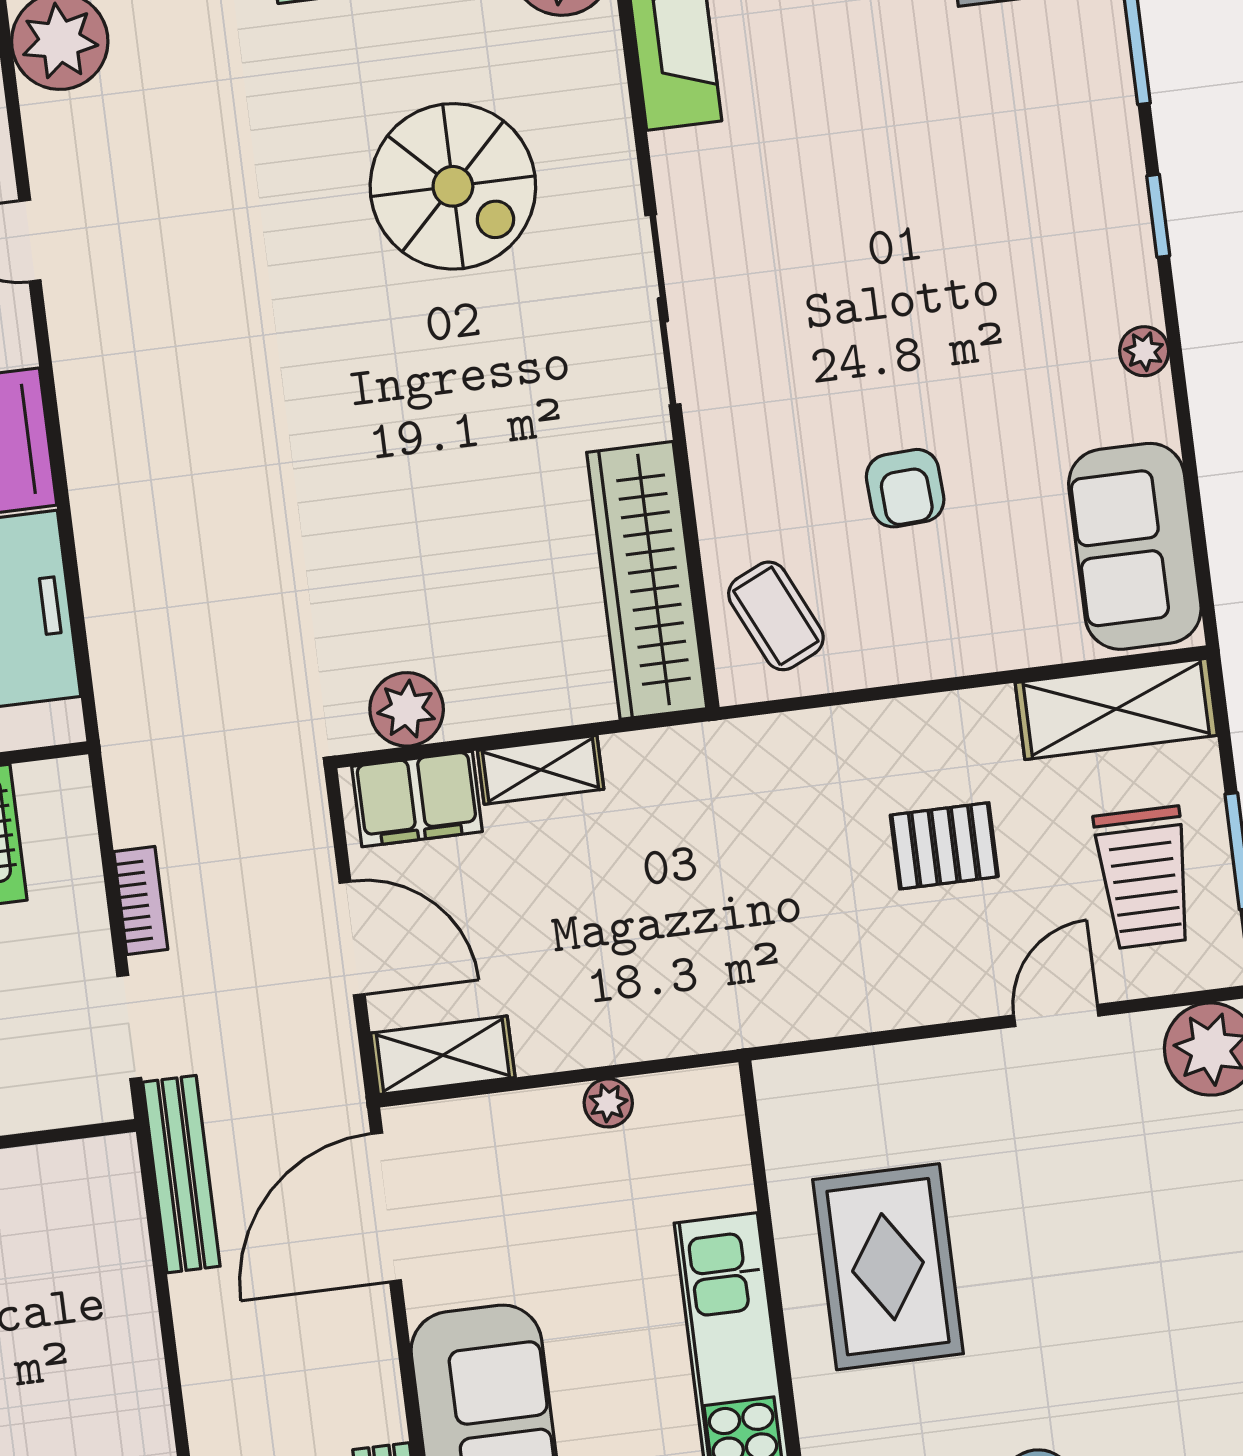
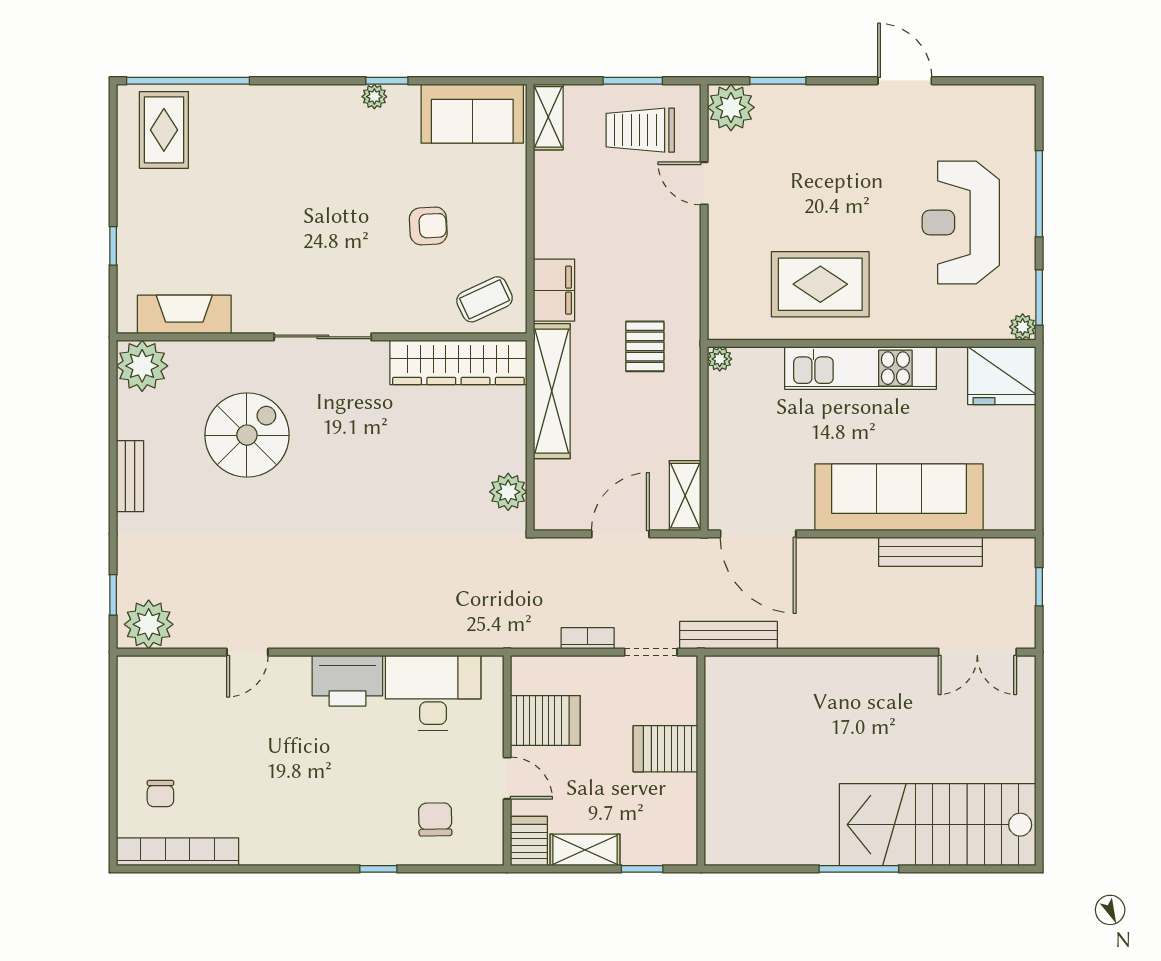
window: (1158, 216) -> (387, 81), moved
shelving: (1116, 709) -> (548, 117), width x0.67, depth x0.75
shelving: (541, 770) -> (552, 391), width x2.20, depth x1.33
filing cabinet: (417, 799) -> (554, 290), moved
pallet: (944, 846) -> (645, 346), moved
trolley: (1144, 878) -> (640, 130), turned 180
plant: (608, 1103) -> (720, 359), moved

